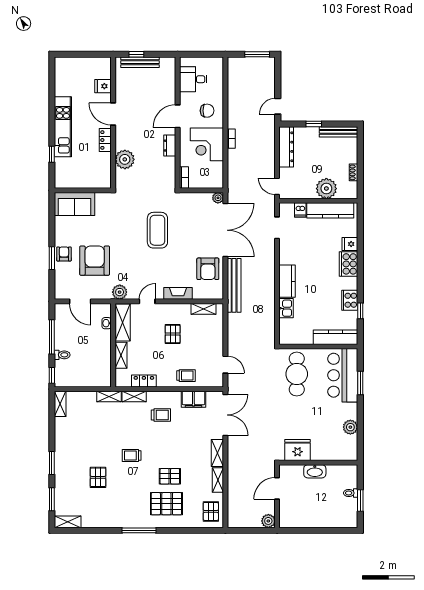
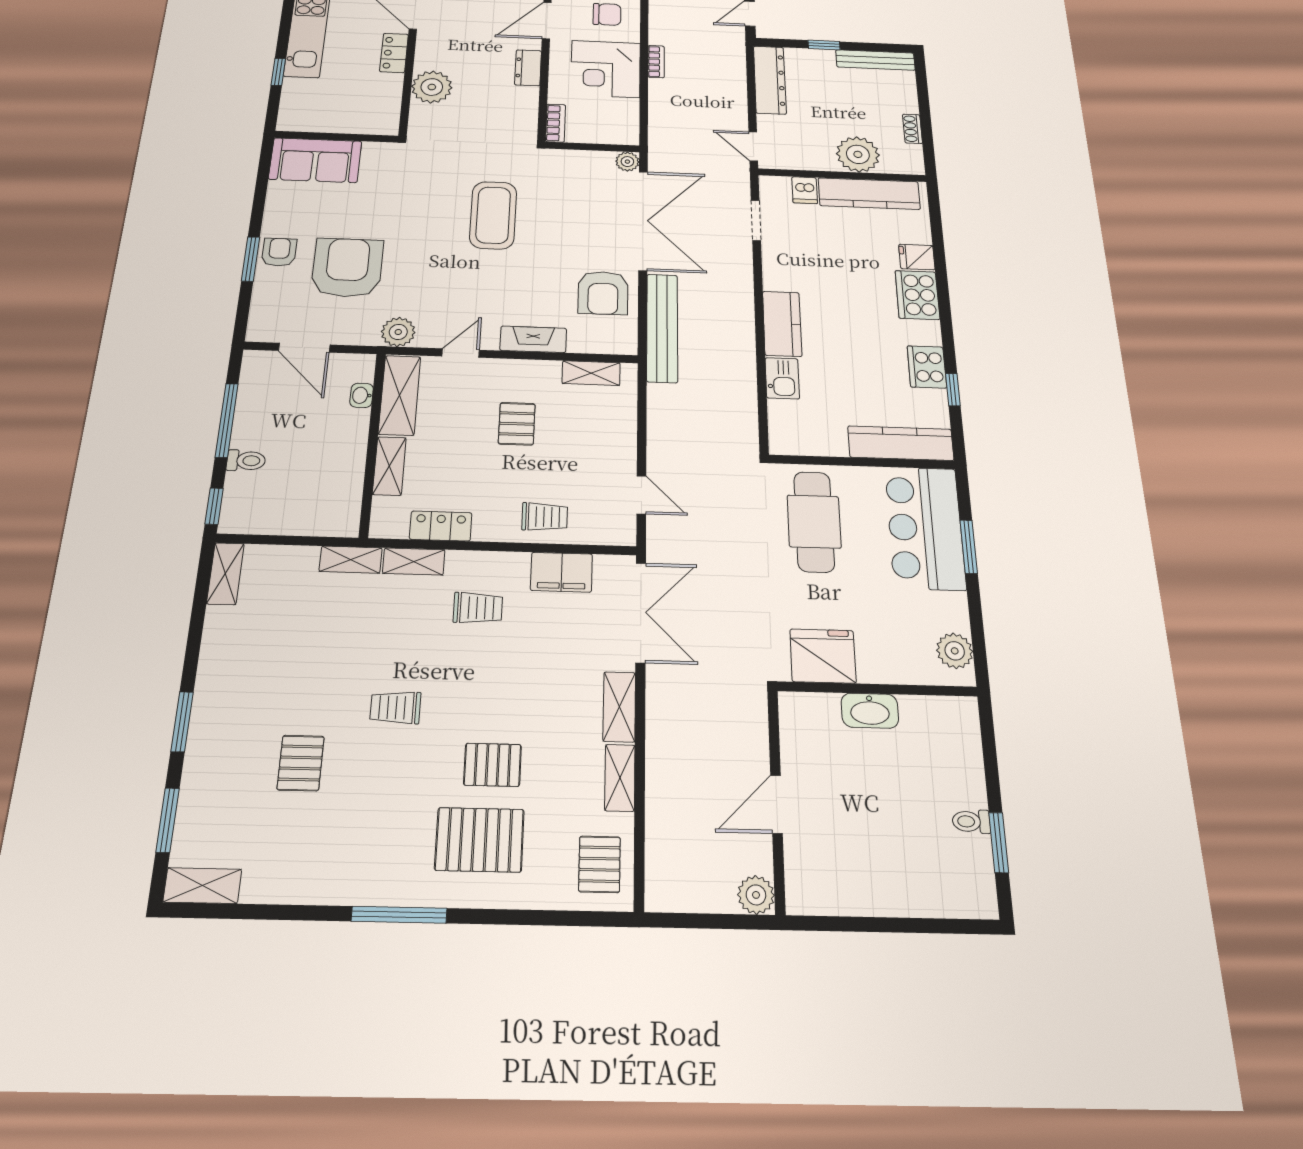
fridge: (298, 450) -> (823, 656), moved
wall: (318, 463) -> (877, 689), moved
washbasin: (315, 471) -> (870, 711), moved

